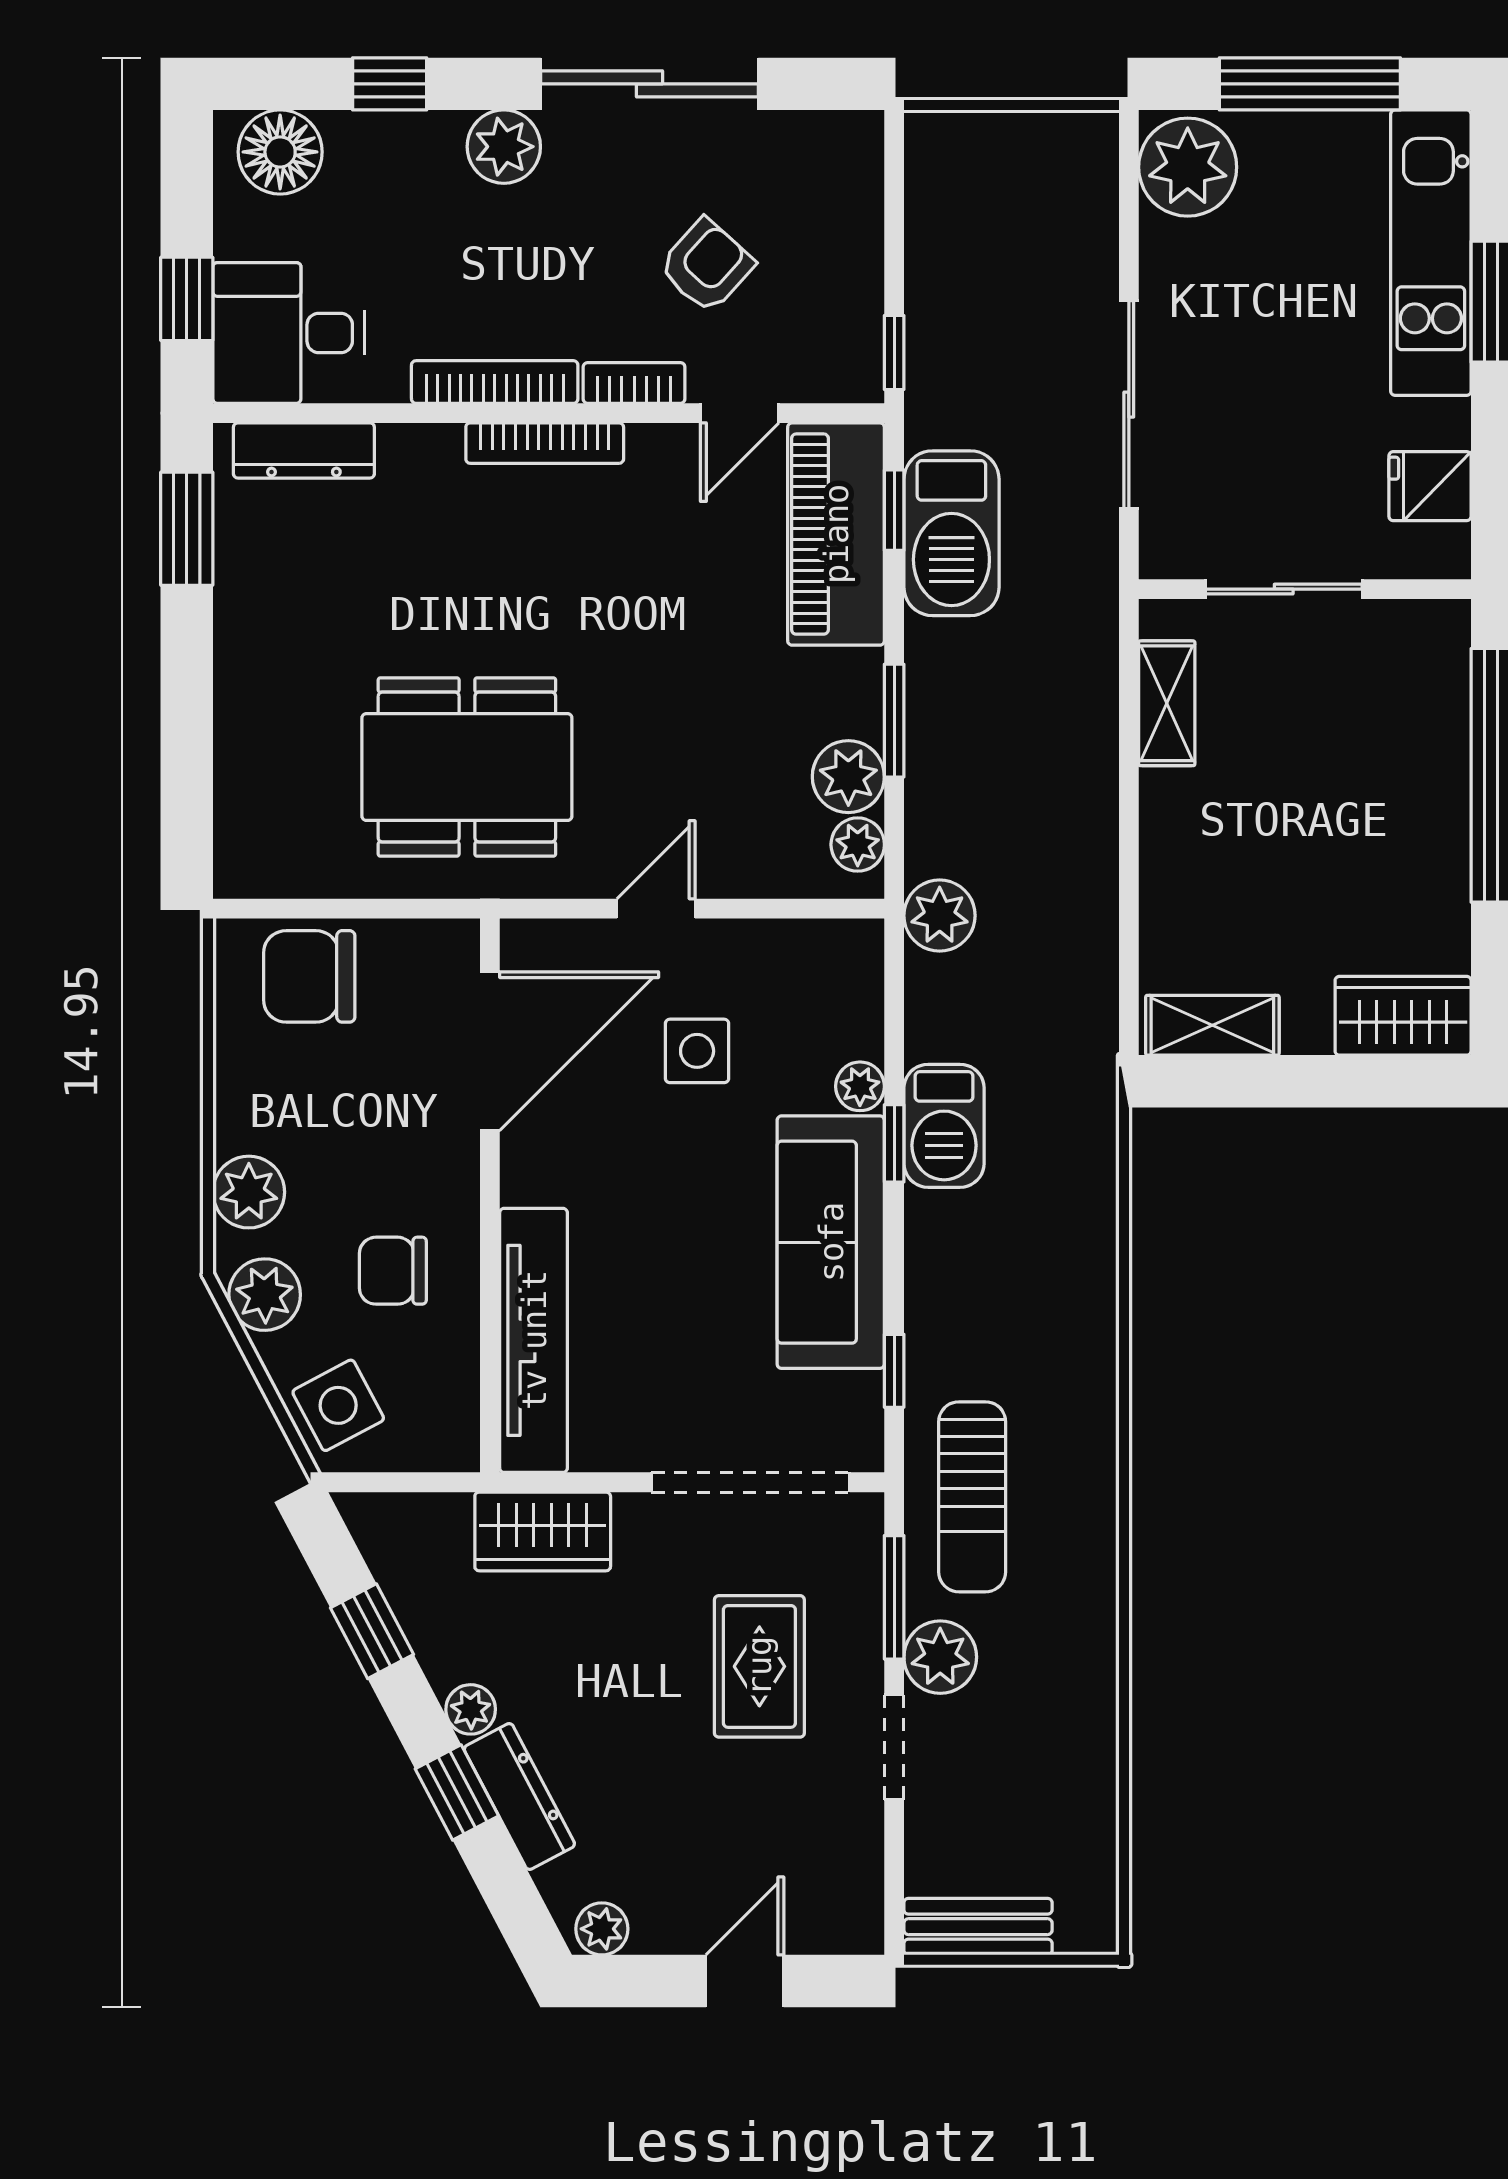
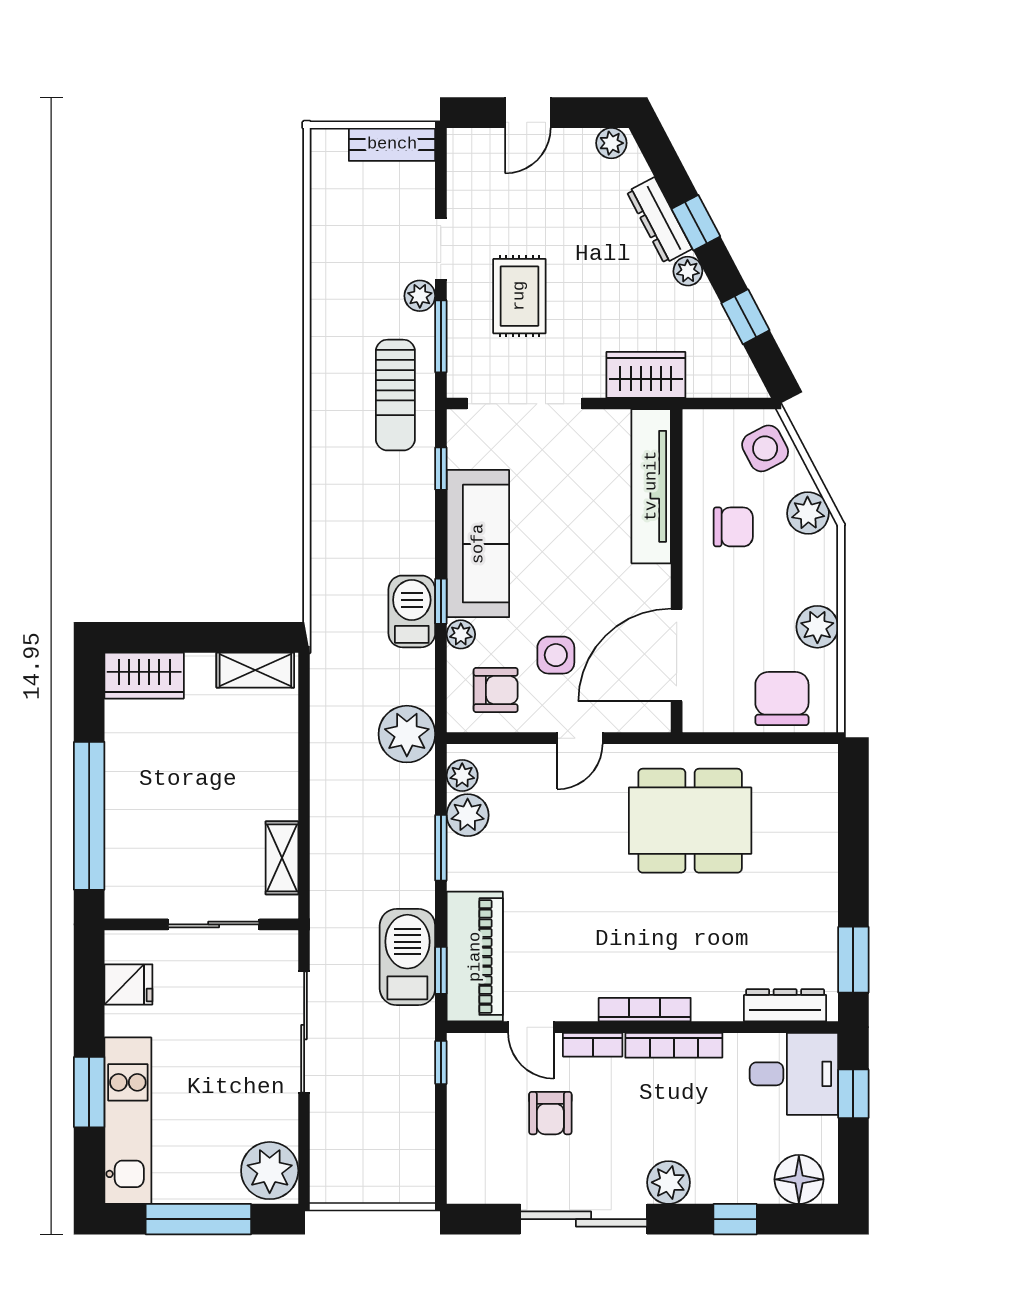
armchair: (706, 266) -> (550, 1113), turned -42
door: (740, 413) -> (531, 1027), swing flipped
plant: (940, 916) -> (407, 734), width x1.36, depth x1.36
chair: (309, 976) -> (782, 699), turned -90
armchair: (800, 991) -> (496, 690), added
plant: (249, 1192) -> (817, 627), moved
sun lounger: (972, 1497) -> (395, 395), turned 180
plant: (940, 1657) -> (420, 296), width x0.73, depth x0.73

